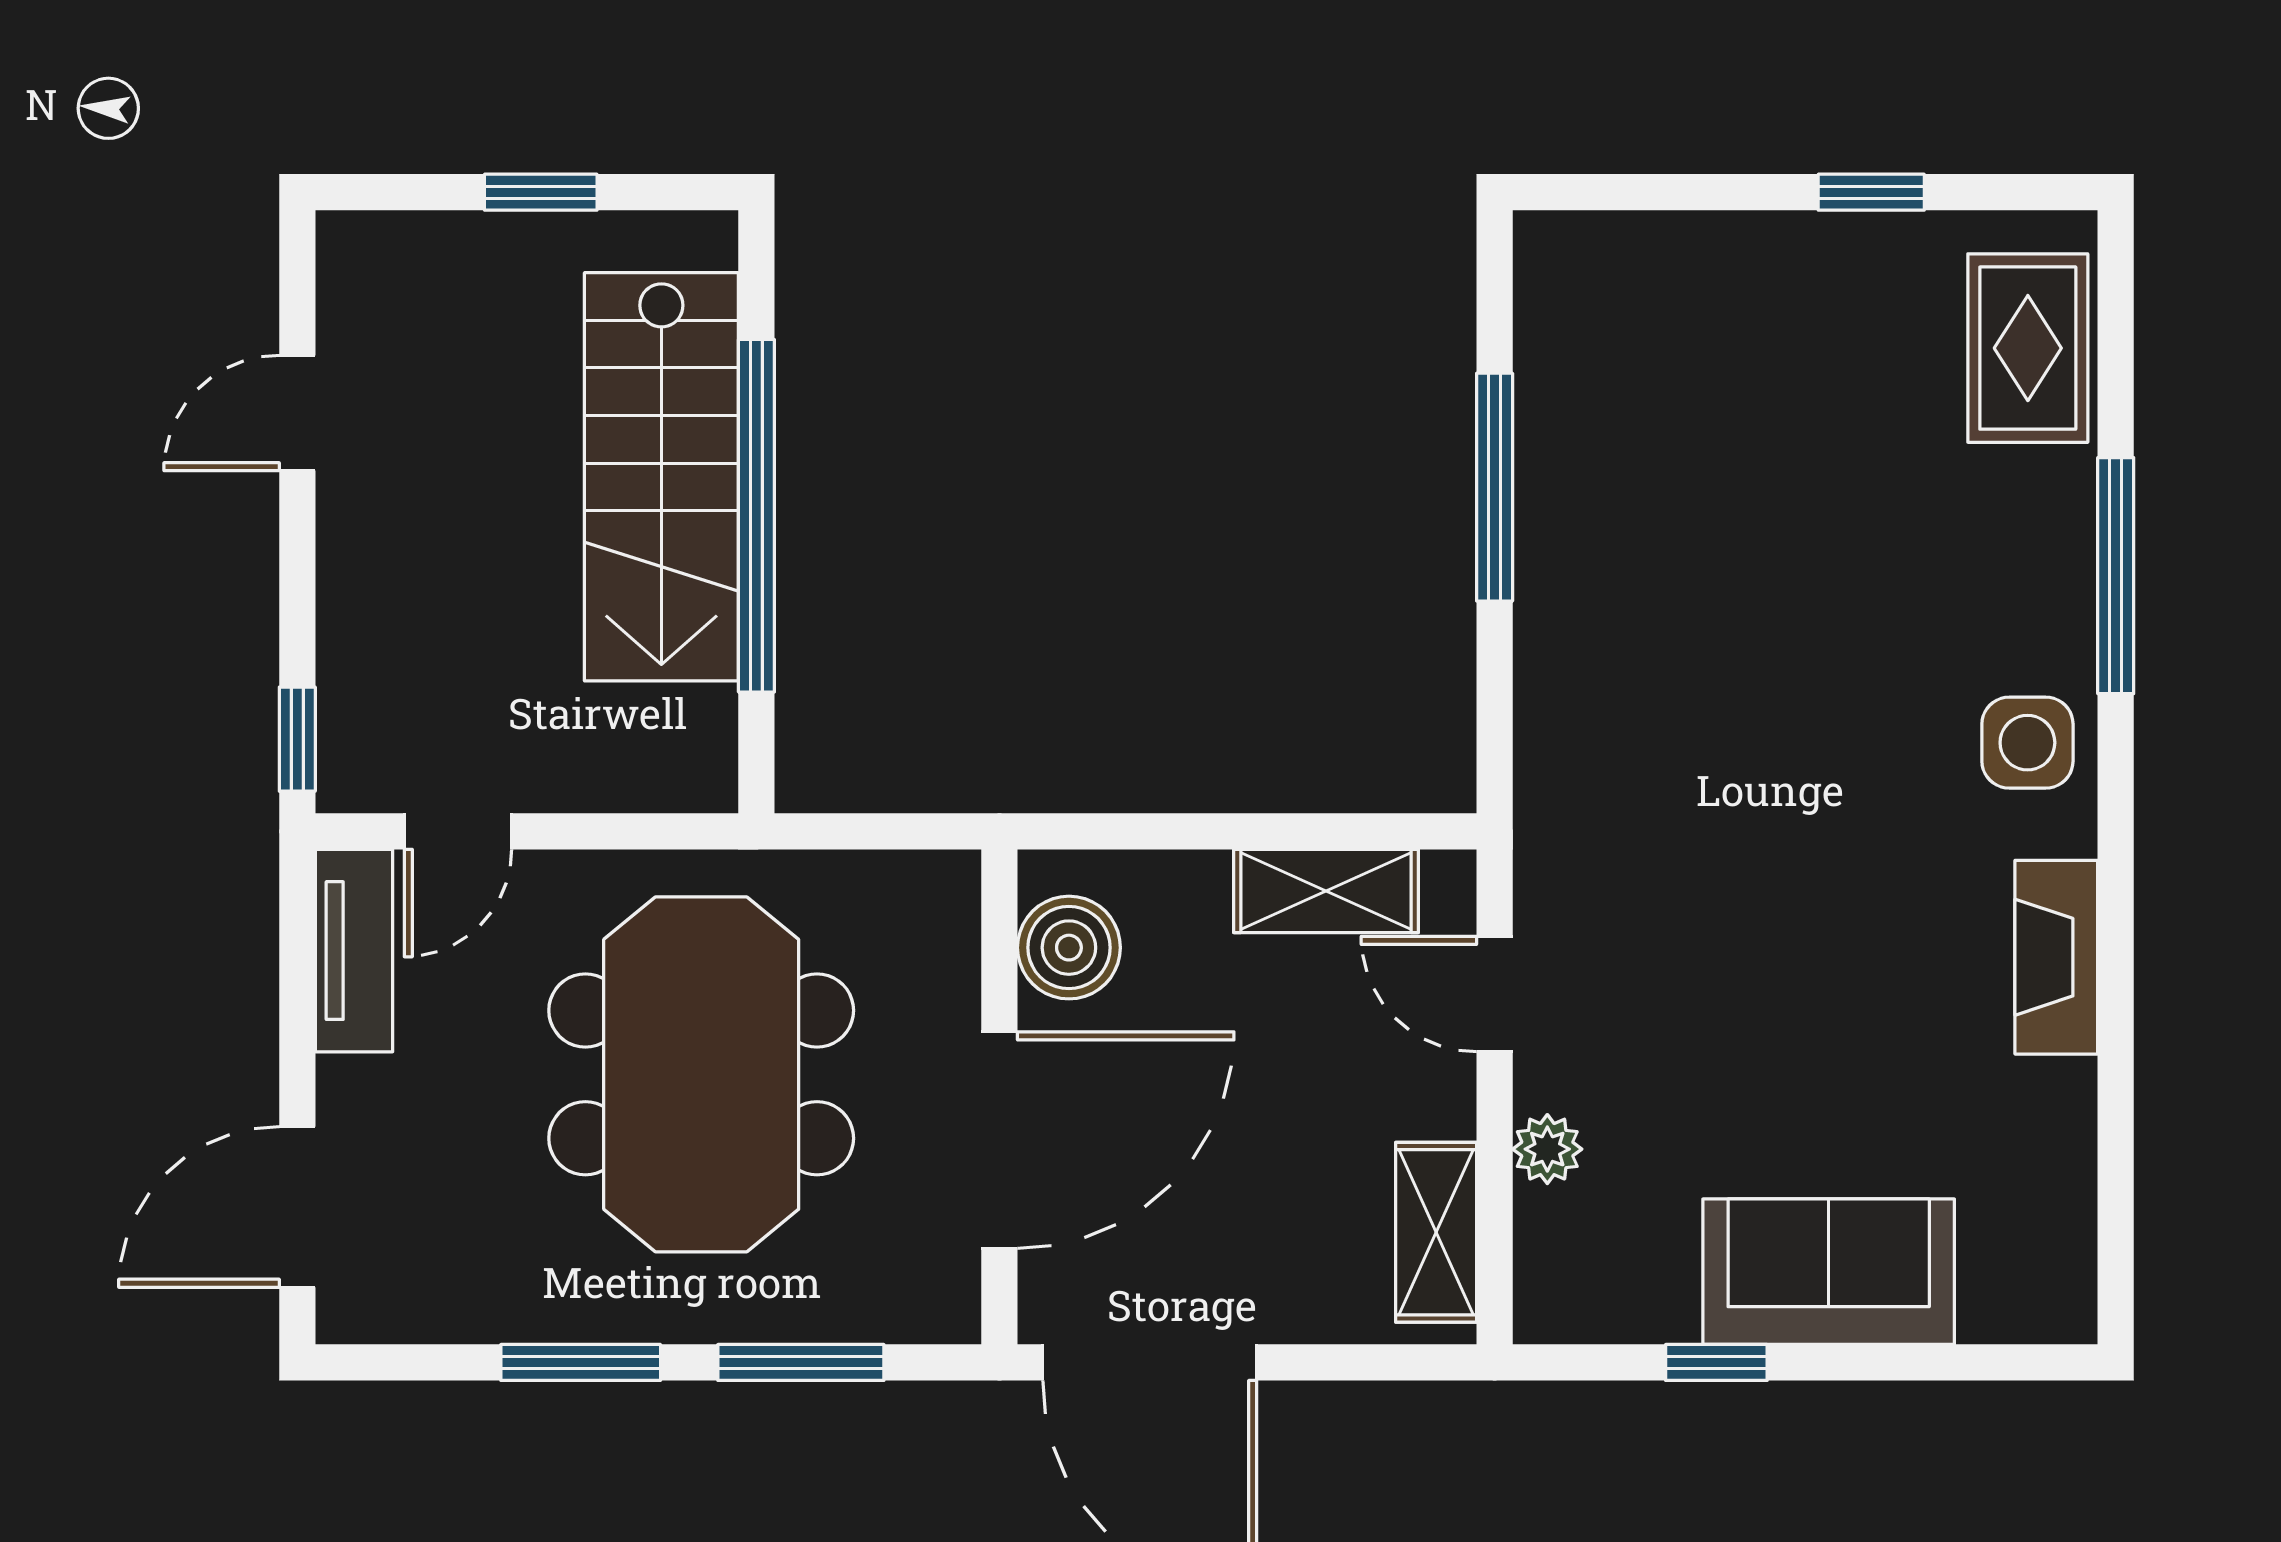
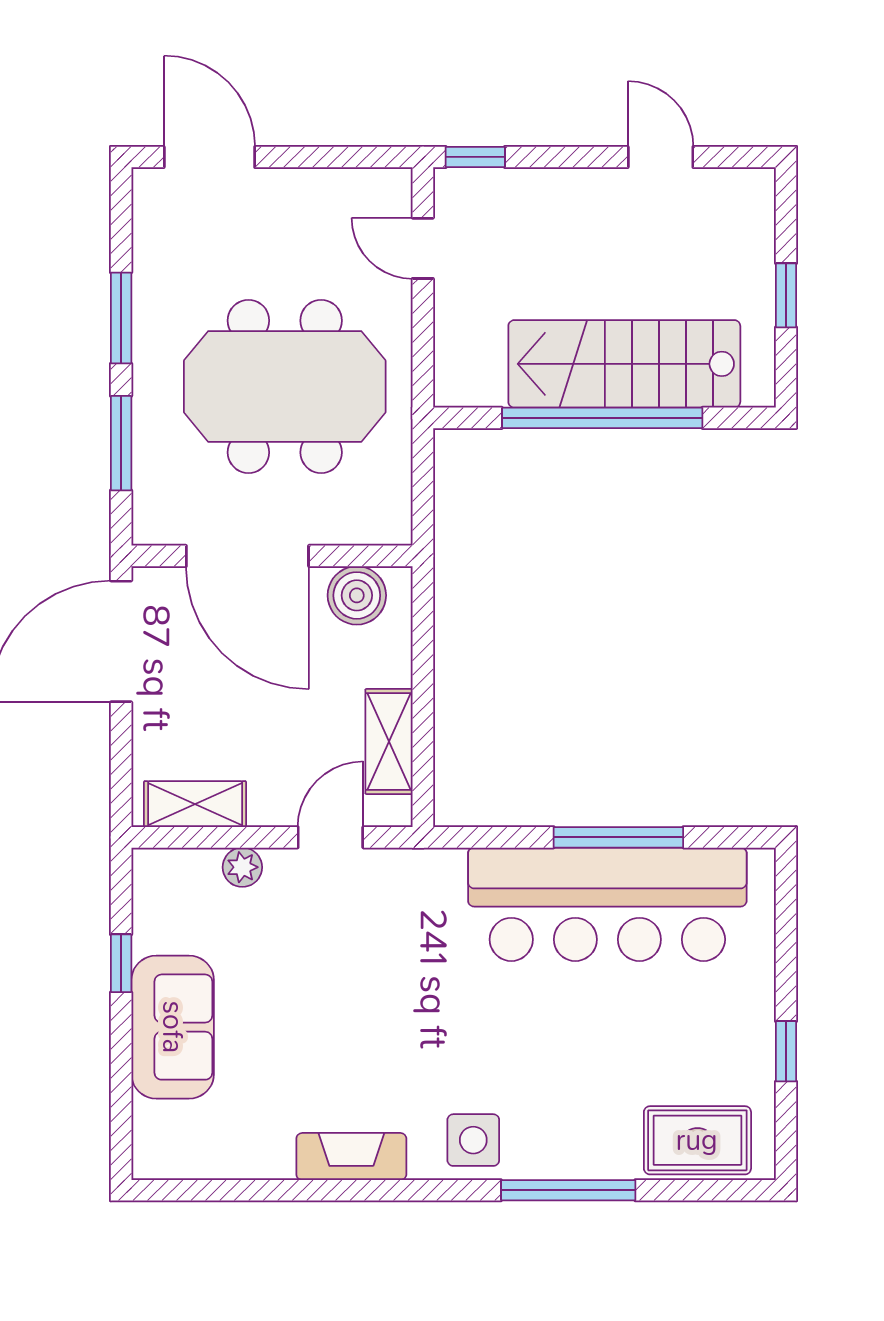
bar counter: (1612, 507) -> (607, 904), added
tv unit: (354, 951) -> (355, 189), removed

